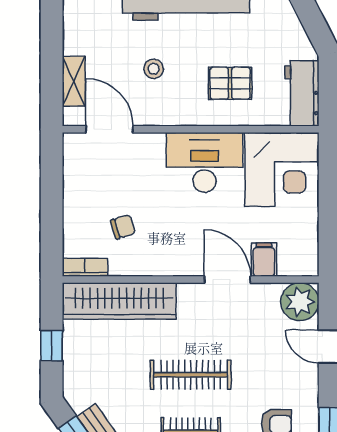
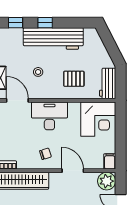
desk: (205, 162) -> (49, 116), moved
chair: (123, 227) -> (45, 154), moved
filing cabinet: (264, 260) -> (110, 161), moved

